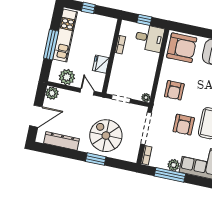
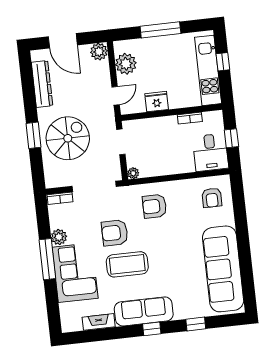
kitchen unit: (65, 36) -> (208, 70), moved, turned 90
armchair: (182, 48) -> (212, 198), width x0.53, depth x0.53
window: (170, 175) -> (47, 259), moved

